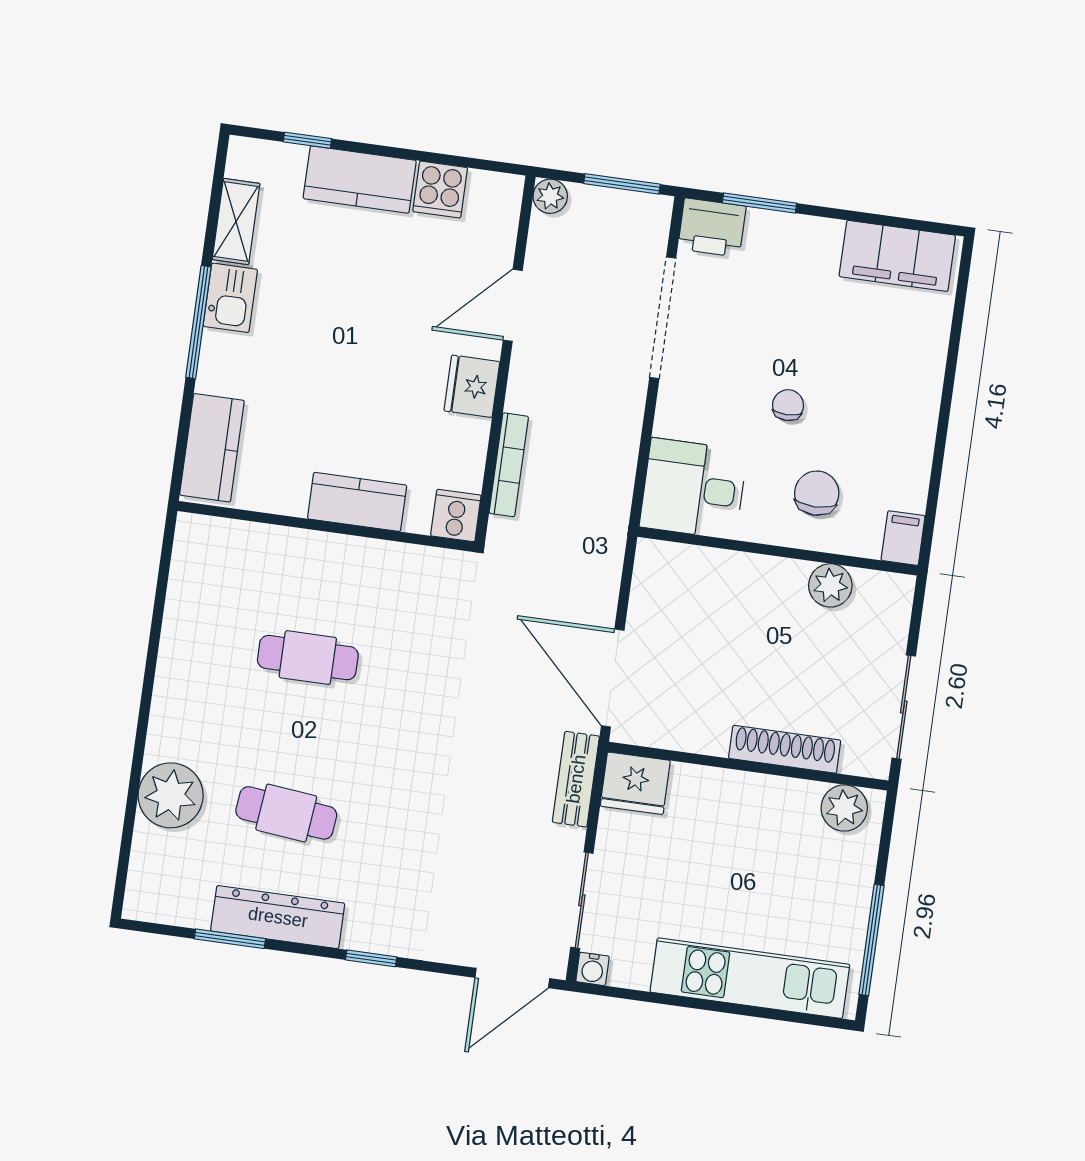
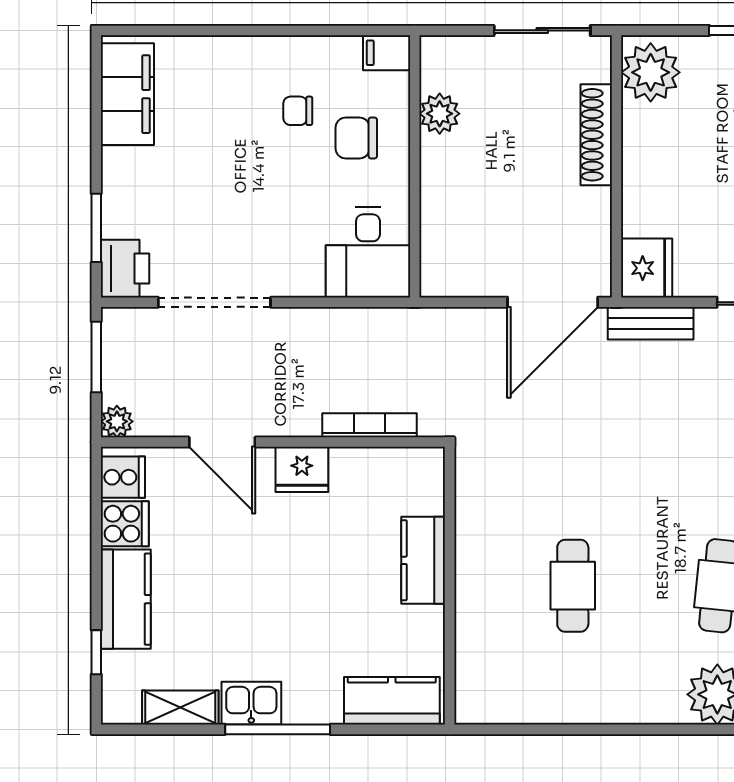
chair: (788, 405) -> (298, 111), moved
cooker: (456, 516) -> (123, 477), moved, turned 180
plant: (844, 808) -> (651, 72), width x1.36, depth x1.36

